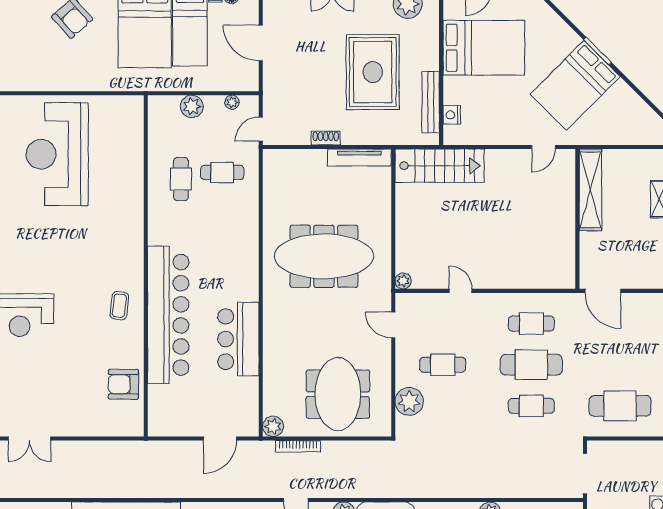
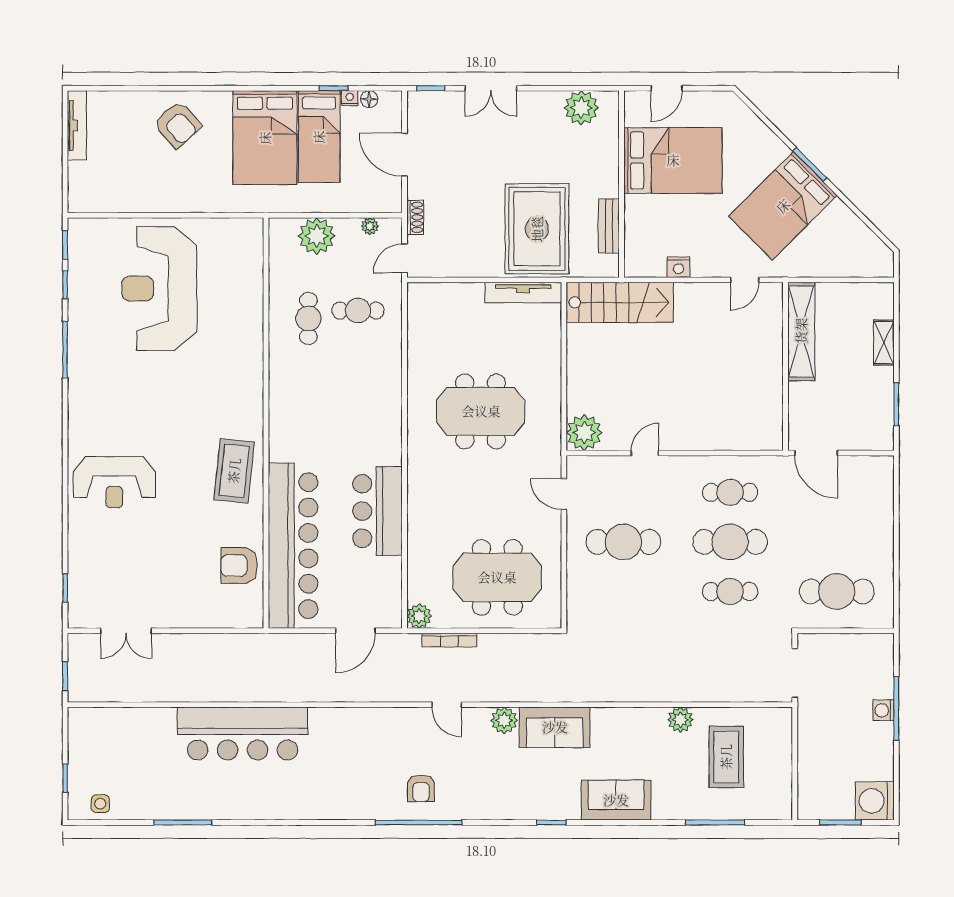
rug: (373, 72) -> (537, 229), moved
bench: (431, 102) -> (609, 226), width x0.73
plant: (192, 106) -> (317, 236), width x1.36, depth x1.36
nightstand: (452, 115) -> (678, 267), moved, turned -90
shoe rack: (326, 138) -> (415, 217), moved, turned 90
meeting table: (324, 256) -> (481, 411), width x0.73
plant: (403, 281) -> (584, 433), width x1.88, depth x1.88
door: (461, 291) -> (645, 453), hinge flipped
coffee table: (119, 306) -> (234, 471), width x1.86, depth x1.72
bar counter: (168, 315) -> (293, 546), moved
cafe table: (443, 365) -> (623, 542), width x1.37, depth x1.35
meeting table: (338, 394) -> (497, 577), turned 90
plant: (409, 401) -> (583, 586), removed

